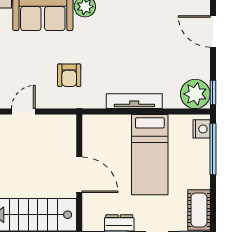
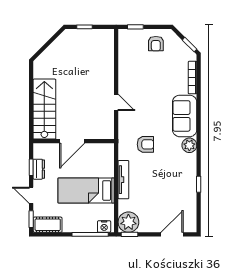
armchair: (69, 75) -> (145, 144), moved, turned 180

